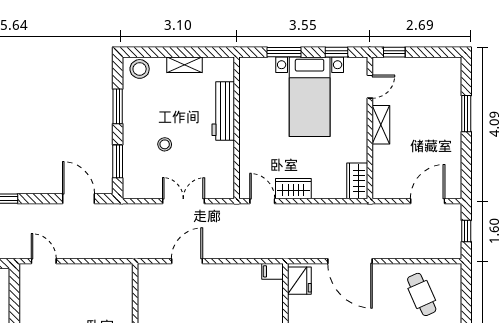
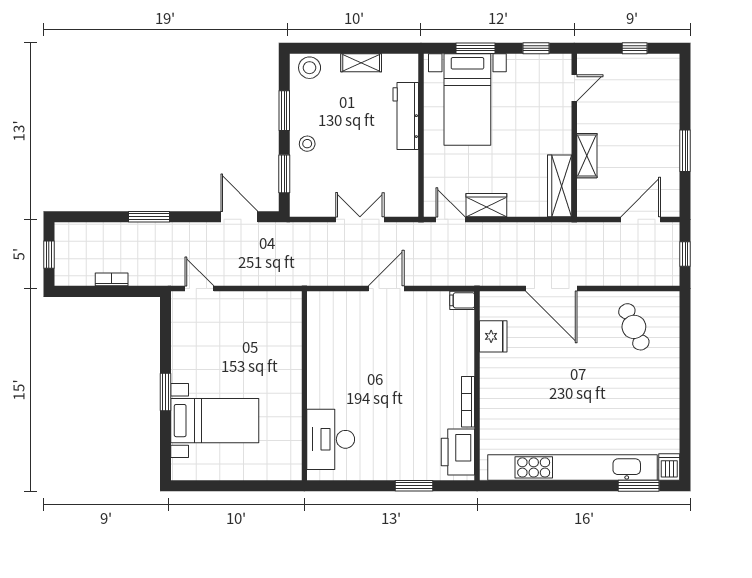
window: (394, 52) -> (635, 48), moved
bed with nightstands: (310, 97) -> (467, 100), moved
window: (466, 114) -> (685, 151), moved
shelving: (381, 125) -> (587, 156), moved
stool: (165, 144) -> (307, 144), moved
wardrobe: (357, 181) -> (560, 186), width x1.50
door: (187, 261) -> (386, 289), moved
fridge: (299, 281) -> (493, 336), moved

